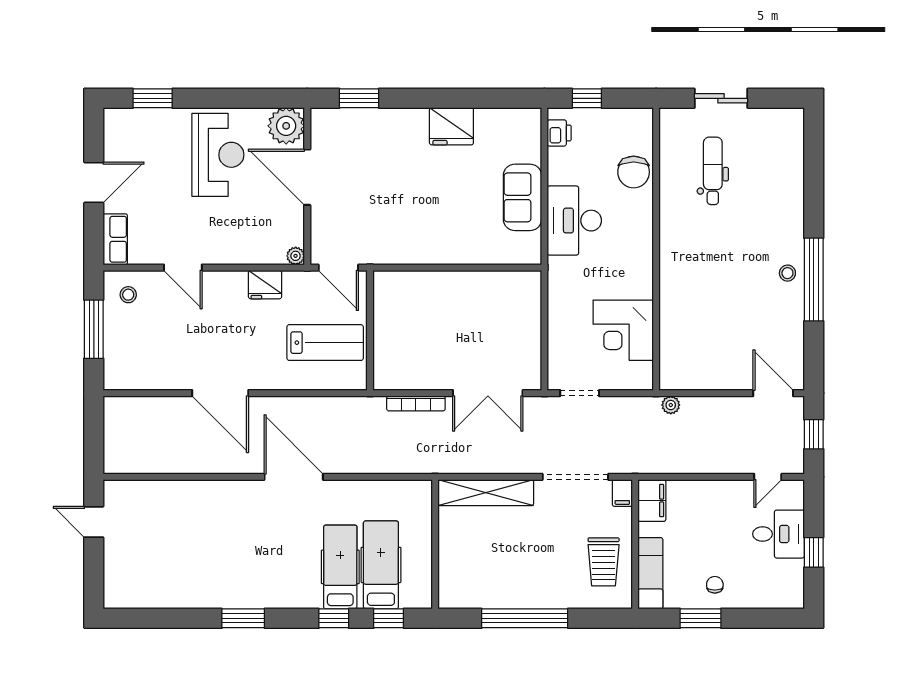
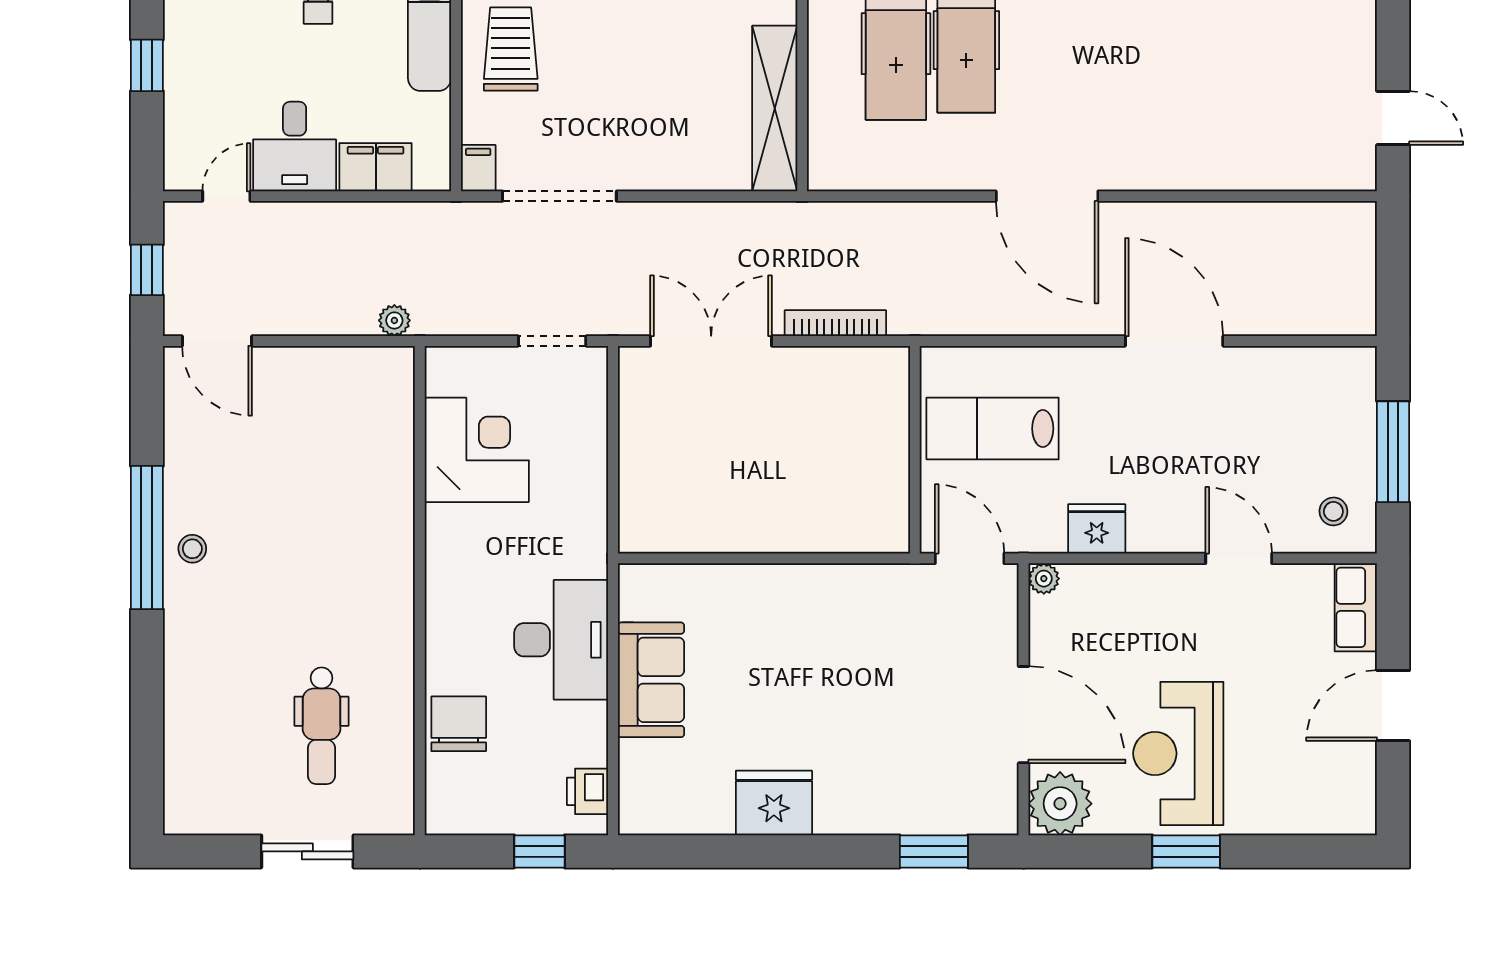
window: (153, 98) -> (1186, 851), moved
shelving: (486, 493) -> (775, 108), moved, turned 90
filing cabinet: (652, 501) -> (376, 167), moved, turned 90
desk: (779, 534) -> (295, 146), moved, turned -90

